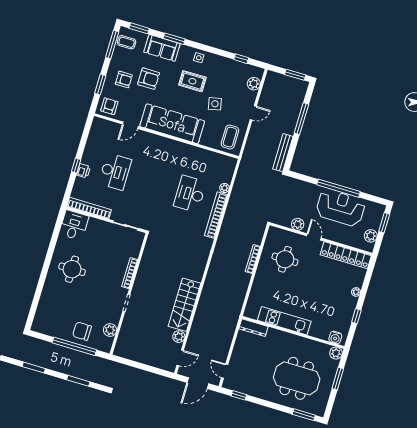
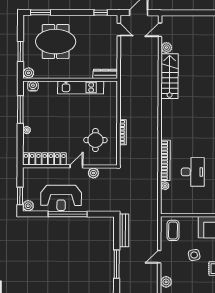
plant: (371, 236) -> (28, 206), moved
door: (314, 237) -> (76, 166), swing flipped
window: (356, 316) -> (20, 109), width x2.17

